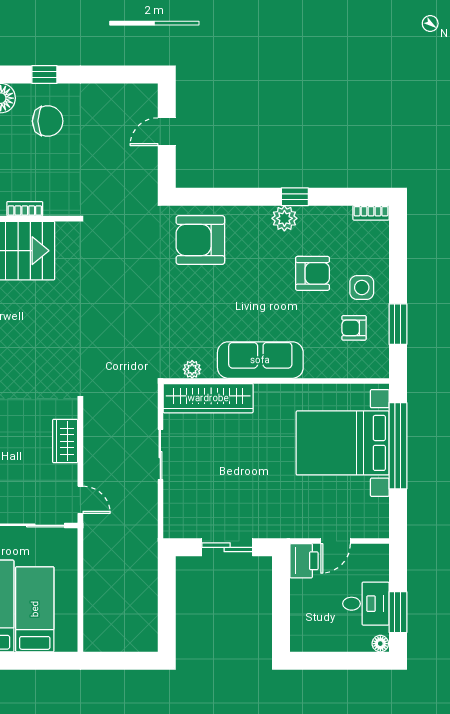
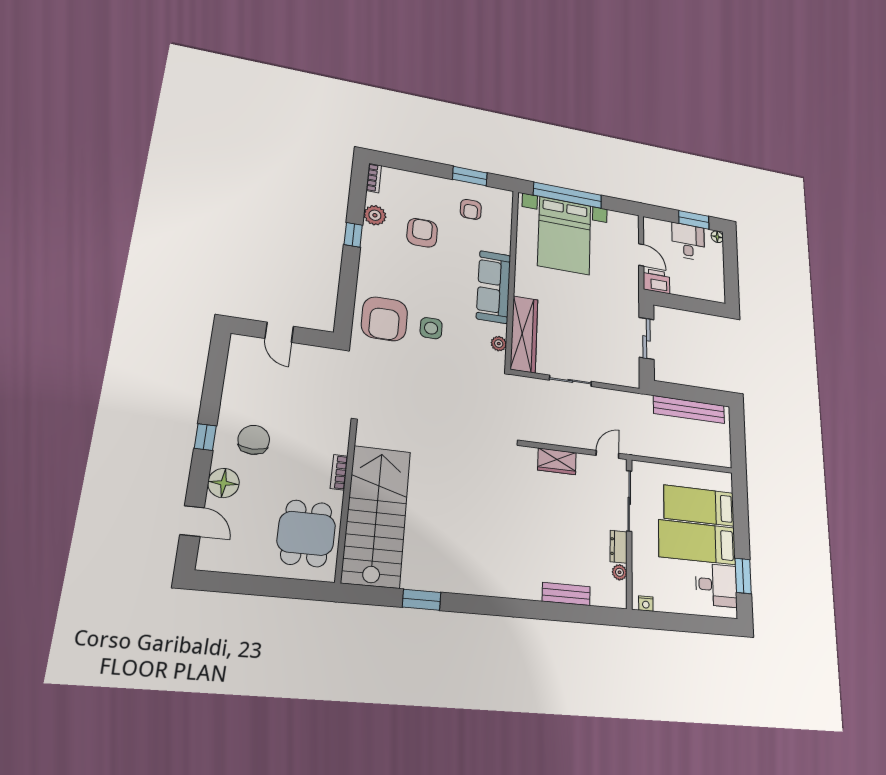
plant: (284, 218) -> (375, 215), moved
side table: (362, 287) -> (431, 328), moved
bench: (147, 600) -> (689, 410), added

